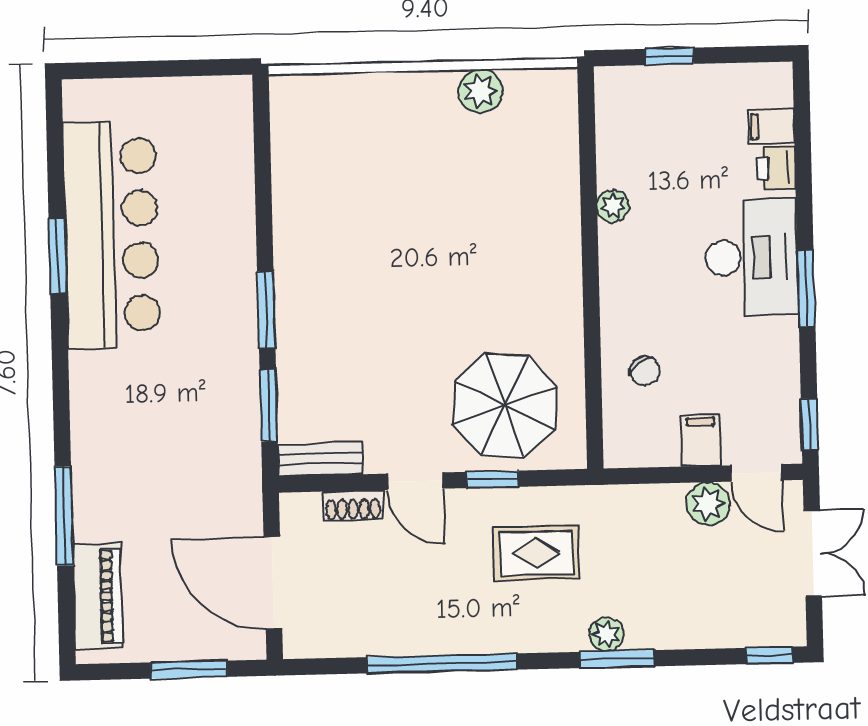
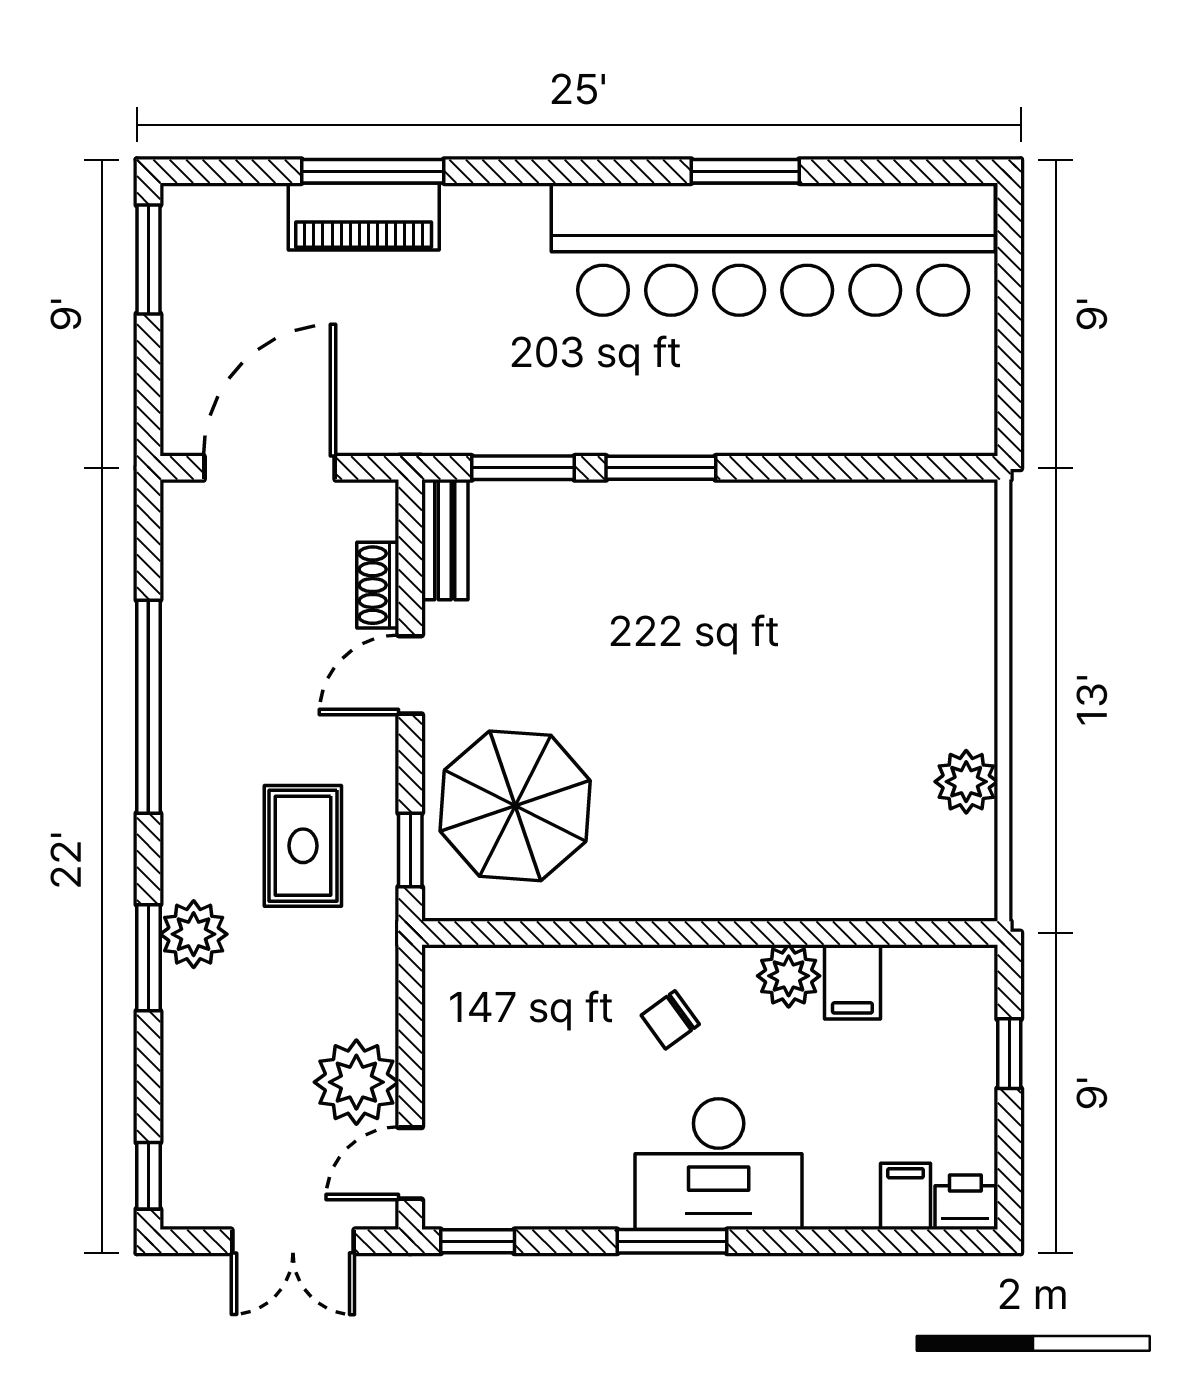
printer: (776, 168) -> (965, 1202), moved
plant: (613, 206) -> (789, 976), width x1.38, depth x1.38
bar counter: (112, 235) -> (773, 249), width x1.36
chair: (645, 371) -> (670, 1020), moved
filing cabinet: (701, 440) -> (852, 982), moved, turned 90
window: (492, 479) -> (410, 850), moved
plant: (708, 504) -> (356, 1082), width x1.36, depth x1.36
piano: (98, 596) -> (364, 216), moved
plant: (606, 634) -> (194, 934), width x1.38, depth x1.38
window: (189, 670) -> (148, 259), moved

